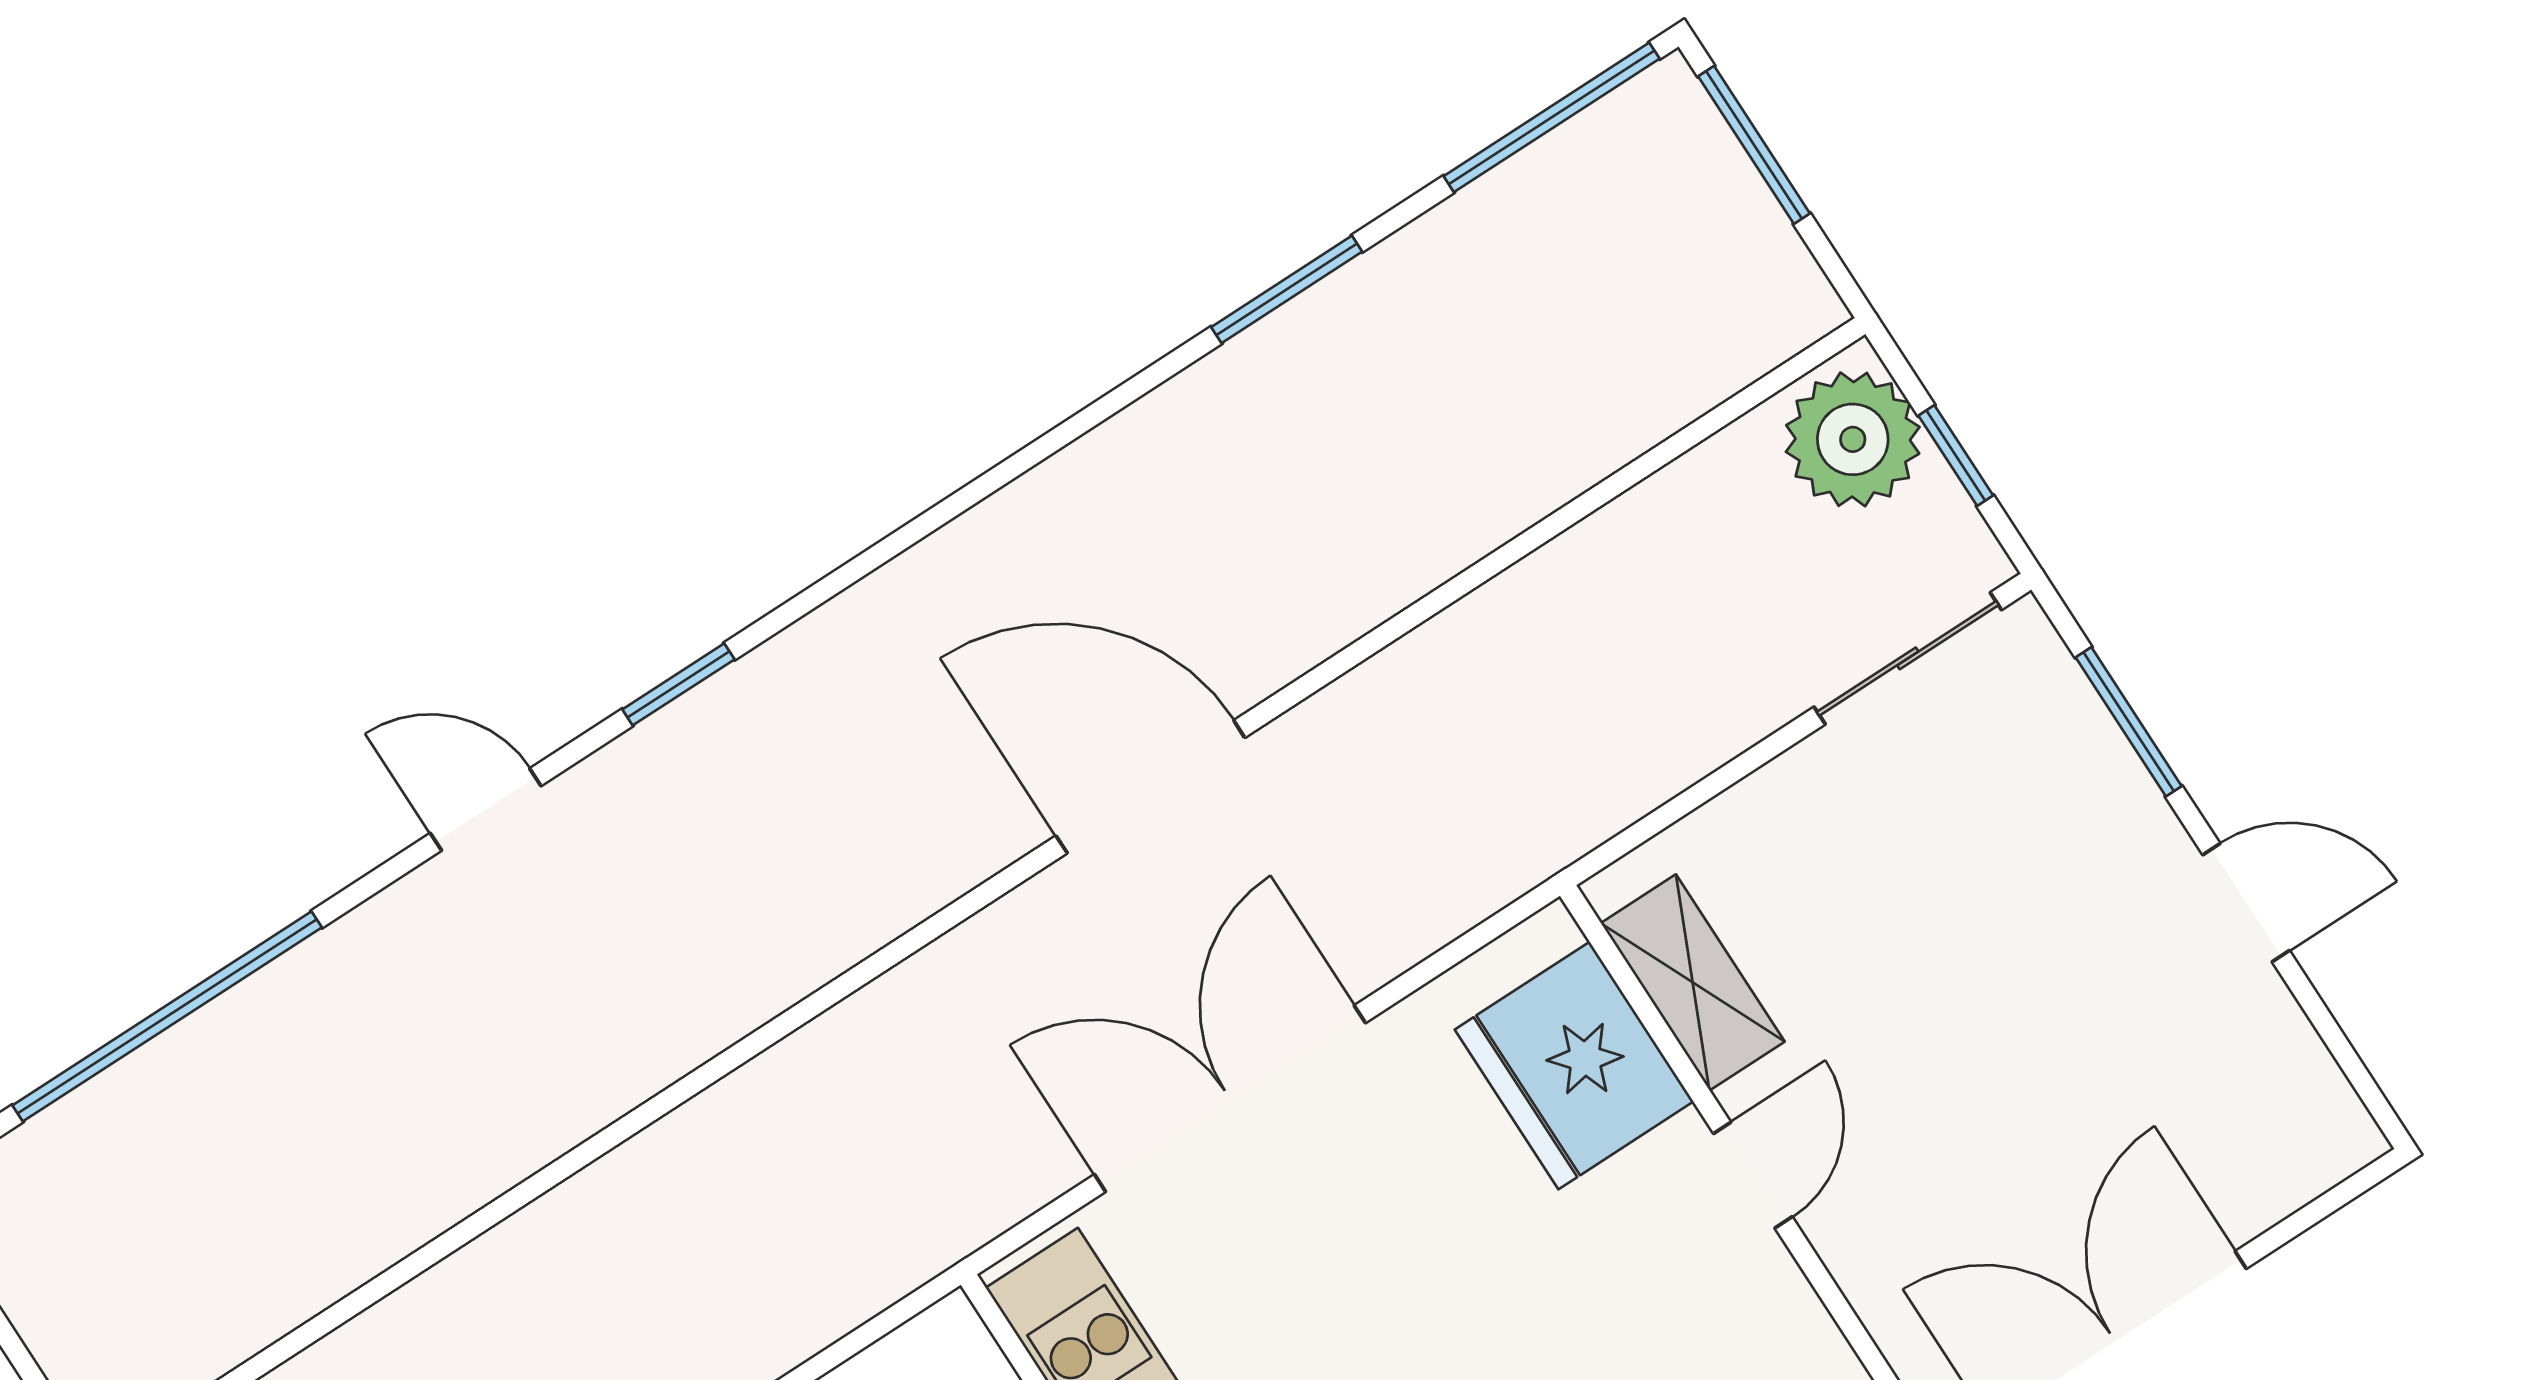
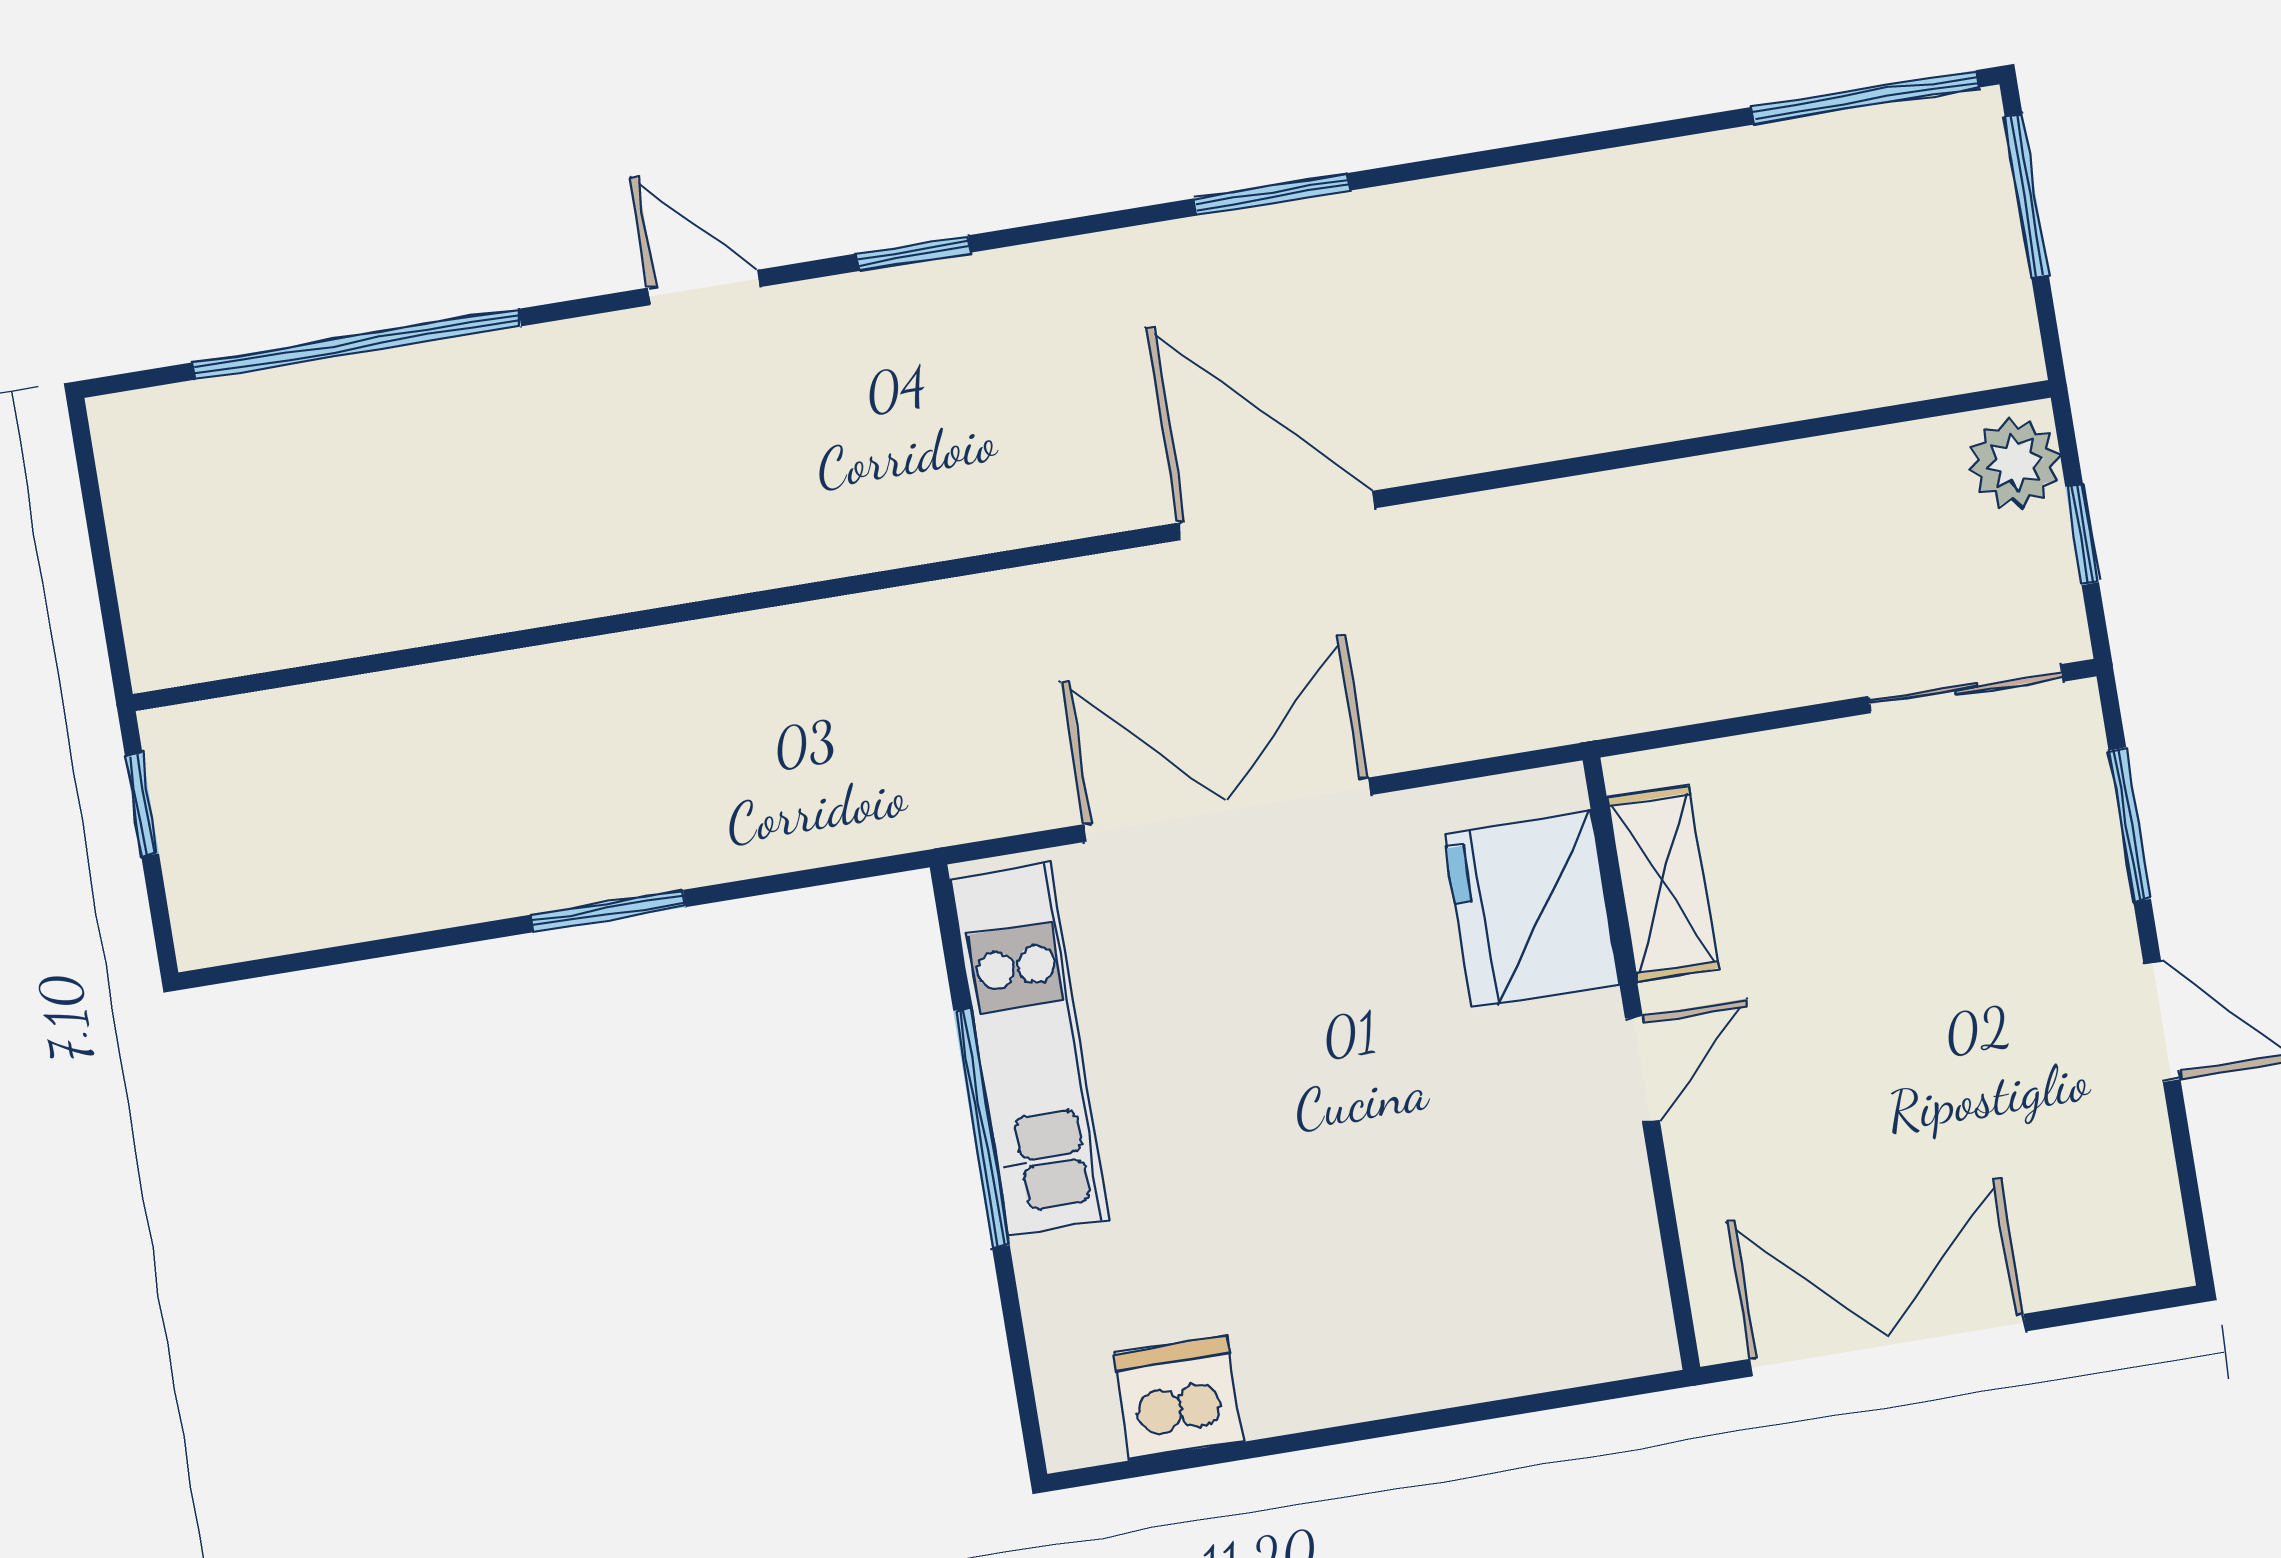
window: (1287, 289) -> (1272, 194), moved
plant: (1853, 439) -> (2015, 463), width x0.73, depth x0.73

